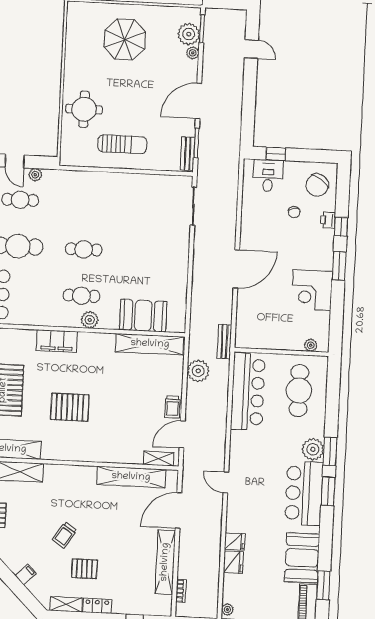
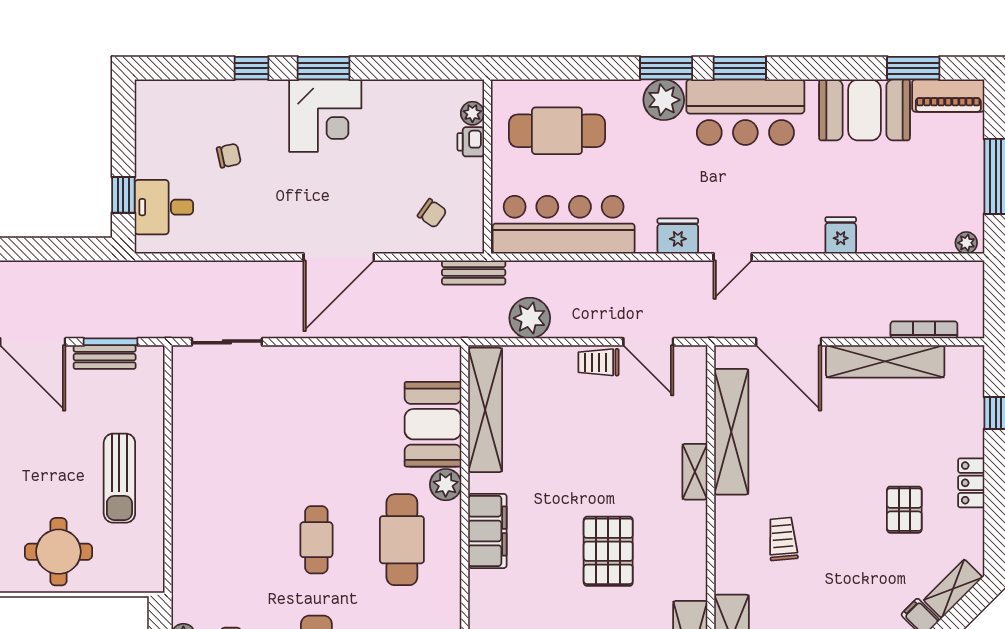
sun lounger: (122, 144) -> (119, 478), turned 180
bench: (188, 154) -> (105, 357), moved
chair: (317, 185) -> (432, 213), moved, width x0.54, depth x0.54
printer: (328, 220) -> (471, 142), moved, turned 90
door: (236, 269) -> (339, 257), swing flipped
corner desk: (312, 290) -> (325, 116), moved
cafe table: (81, 296) -> (402, 540), width x1.37, depth x1.35
plant: (90, 320) -> (446, 485), moved
filing cabinet: (57, 341) -> (487, 531), moved
trolley: (172, 407) -> (599, 362), turned 180
shelving: (159, 459) -> (695, 472), moved
trolley: (65, 535) -> (783, 539), moved, turned -128
fridge: (233, 562) -> (678, 236), moved
bookcase: (181, 591) -> (924, 330), width x1.56
shelving: (66, 604) -> (953, 589), moved, turned 45

